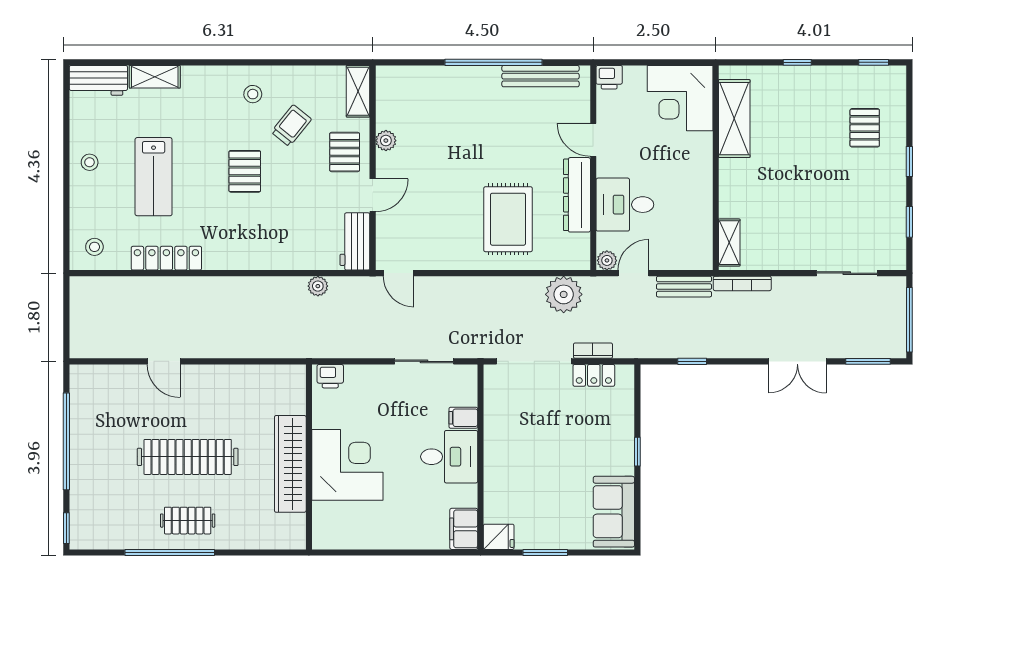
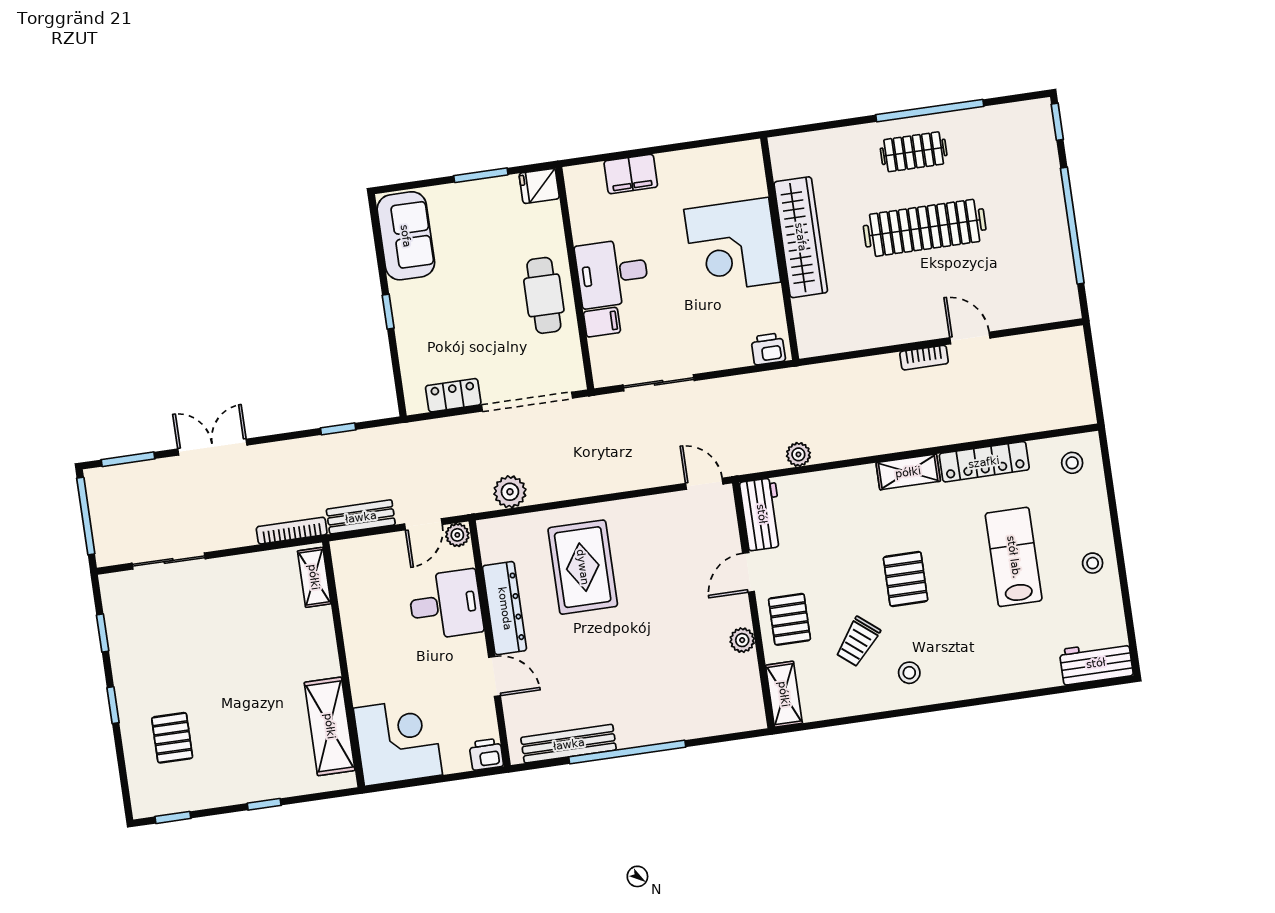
shelving: (155, 77) -> (908, 472), moved
plant: (564, 294) -> (510, 492), width x0.73, depth x0.73
bookcase: (593, 351) -> (924, 358), moved
cafe table: (508, 447) -> (544, 295), added
filing cabinet: (464, 529) -> (631, 174), moved, turned 90

